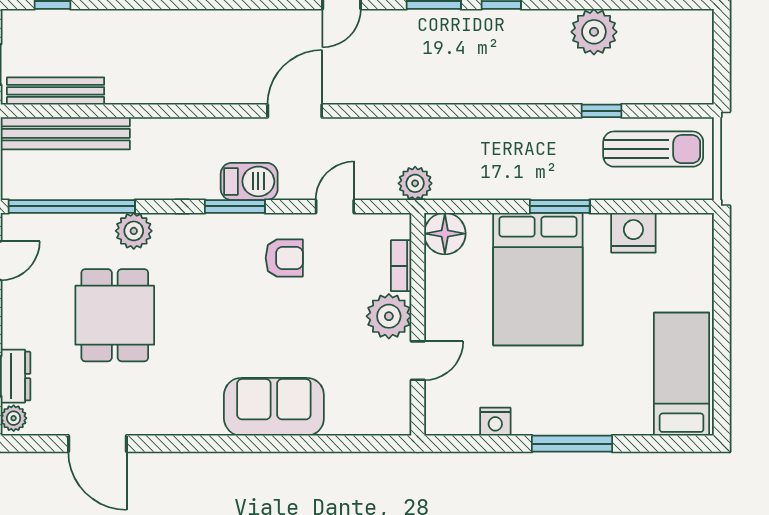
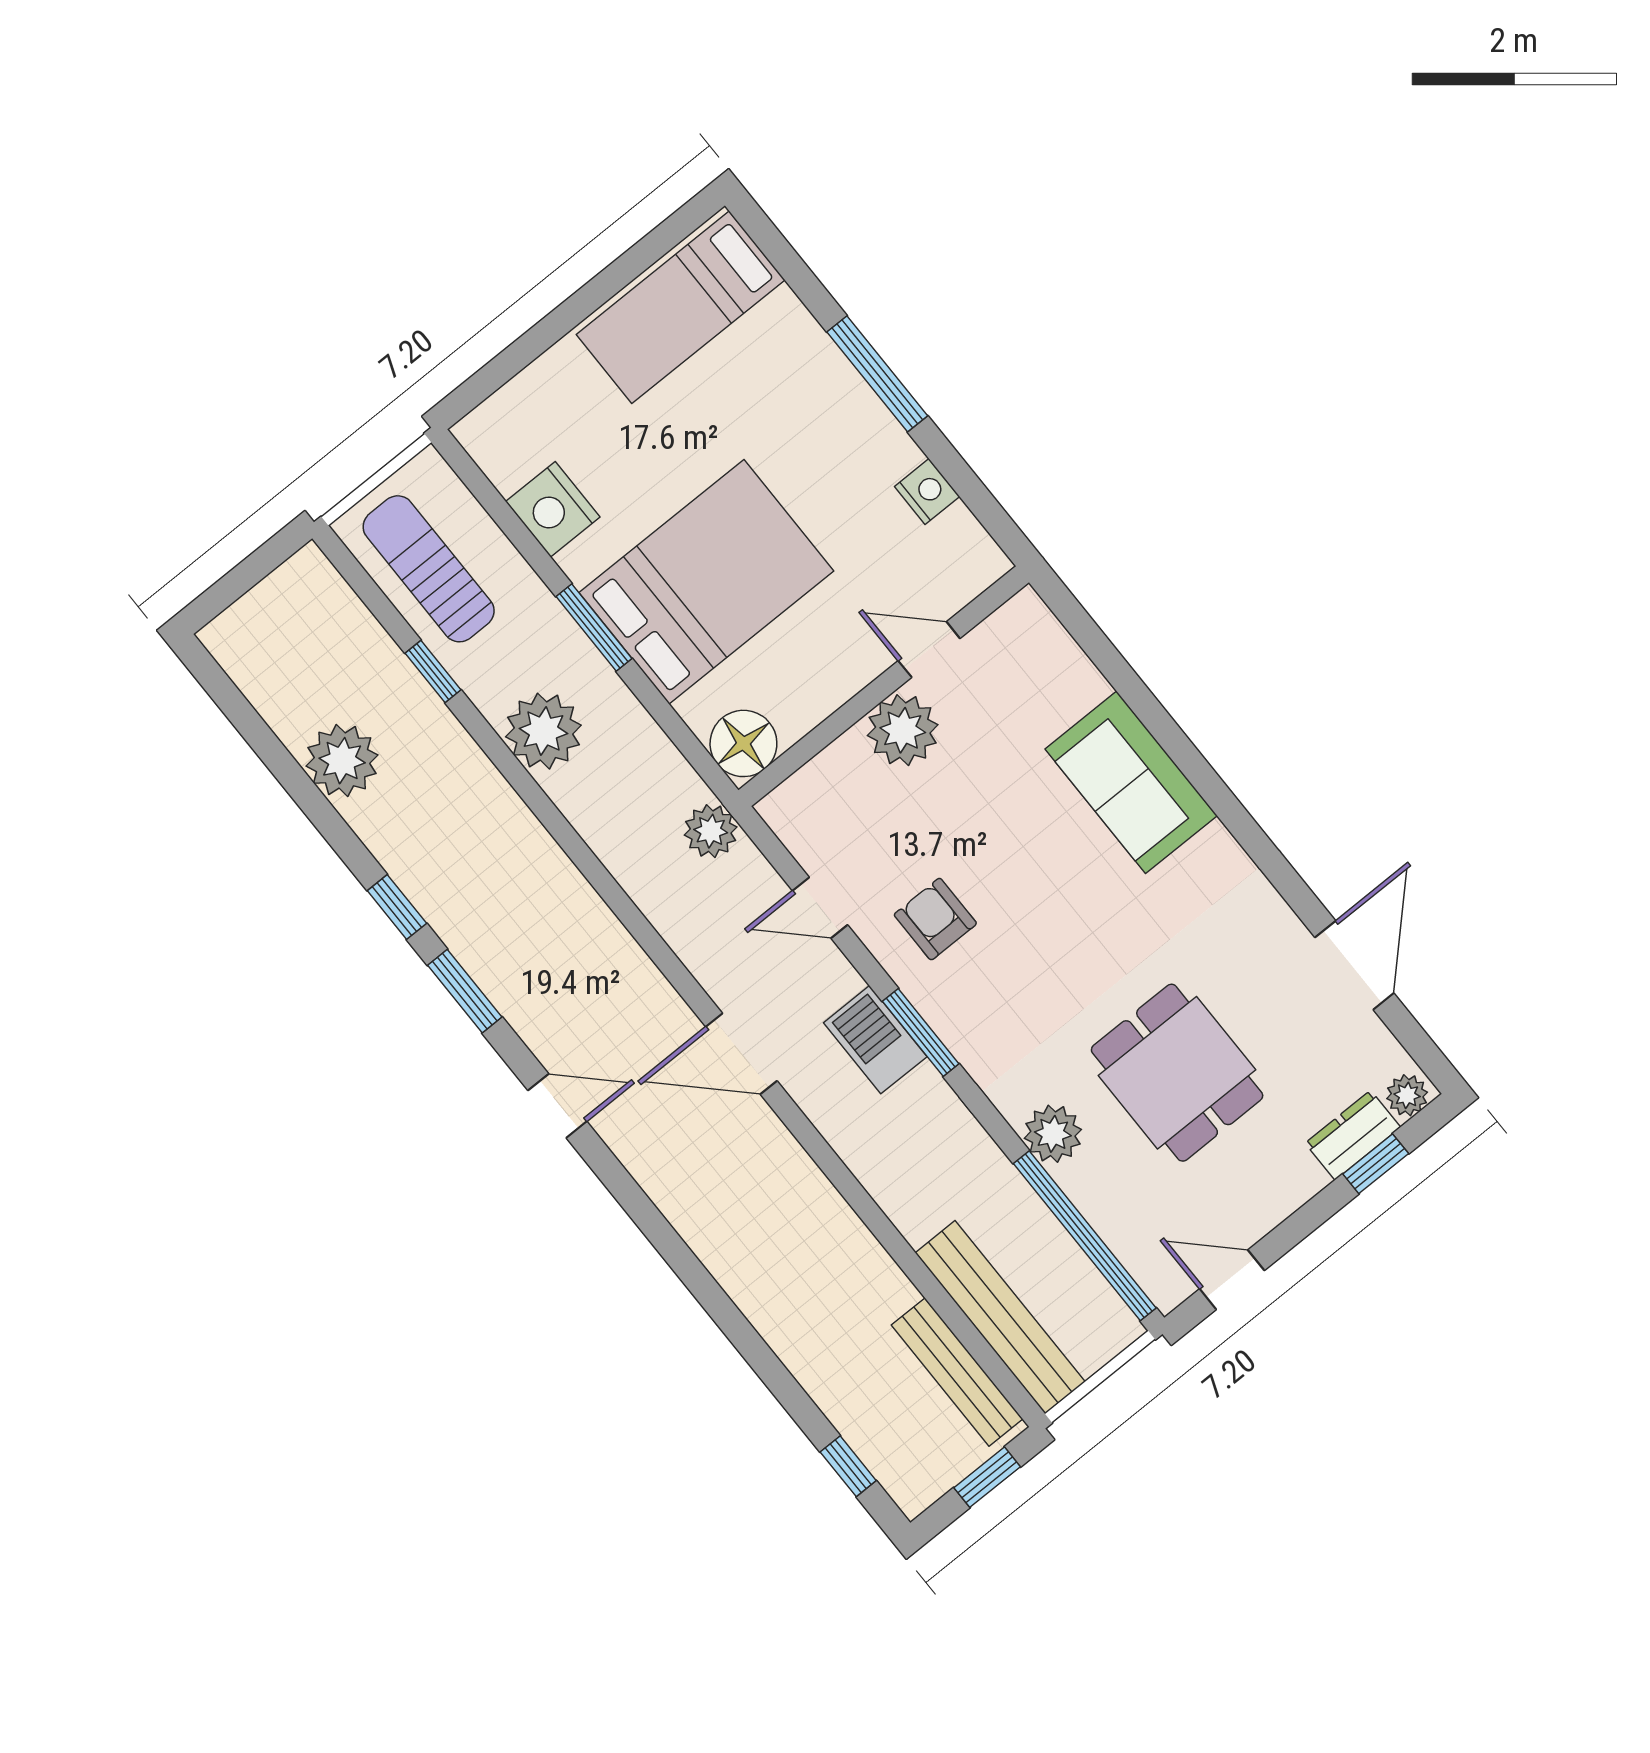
plant: (529, 141) -> (543, 731), added
bookcase: (401, 266) -> (827, 766), removed
dining table: (115, 315) -> (1177, 1073), turned 90

